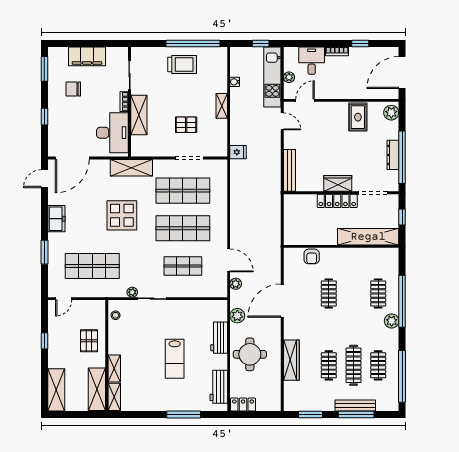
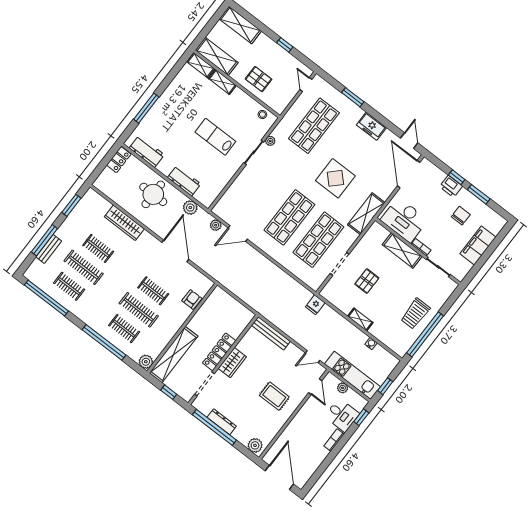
window: (360, 43) -> (361, 417), moved
window: (44, 69) -> (479, 194), moved
printer: (56, 116) -> (451, 186), added
rug: (358, 117) -> (274, 396), moved
armchair: (312, 256) -> (192, 299), turned 90
shop shelf: (183, 266) -> (261, 195), removed
clothes rail: (353, 294) -> (139, 310), added
plant: (392, 321) -> (146, 362), moved
lab bench: (175, 359) -> (215, 137), moved
bench: (355, 405) -> (49, 249), width x0.73

